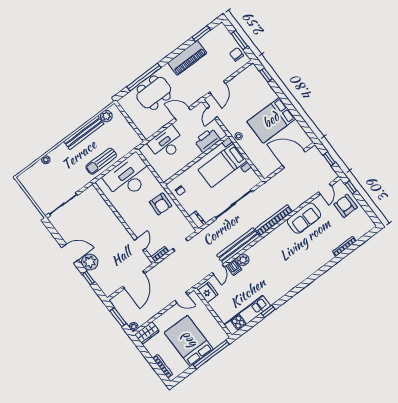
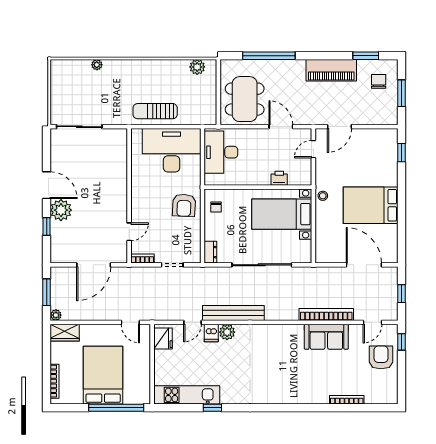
chair: (237, 54) -> (379, 81), moved
dining table: (154, 93) -> (245, 99), moved, turned 90
bench: (84, 133) -> (159, 66), removed
printer: (207, 140) -> (279, 178), width x0.53, depth x0.68
desk: (166, 143) -> (221, 152), moved, turned -90
bookcase: (274, 220) -> (326, 315), moved

